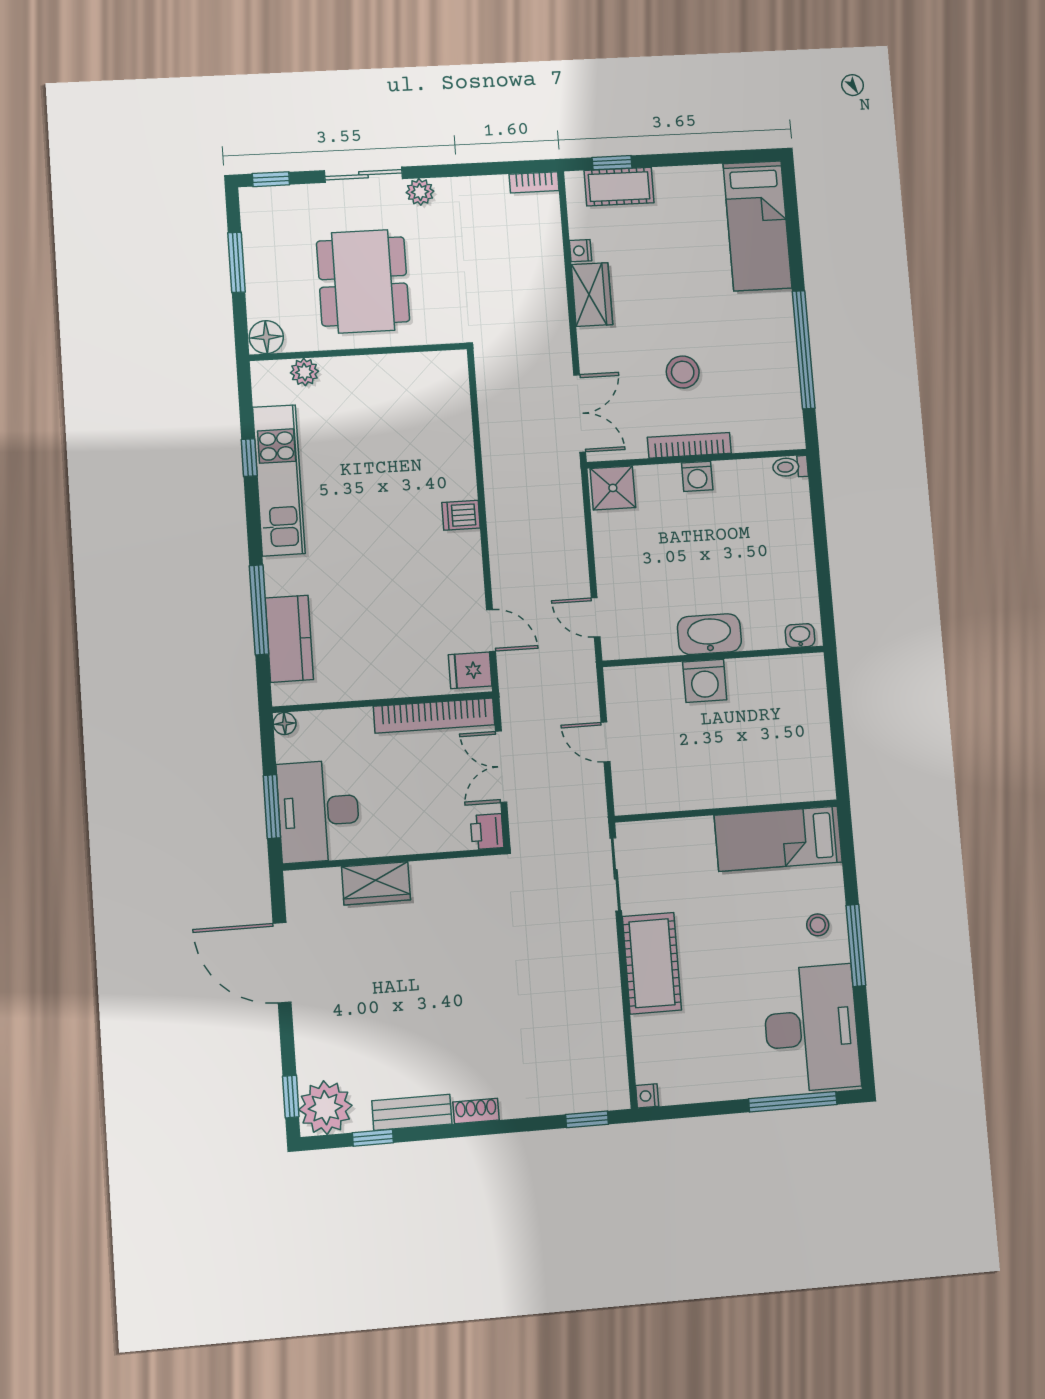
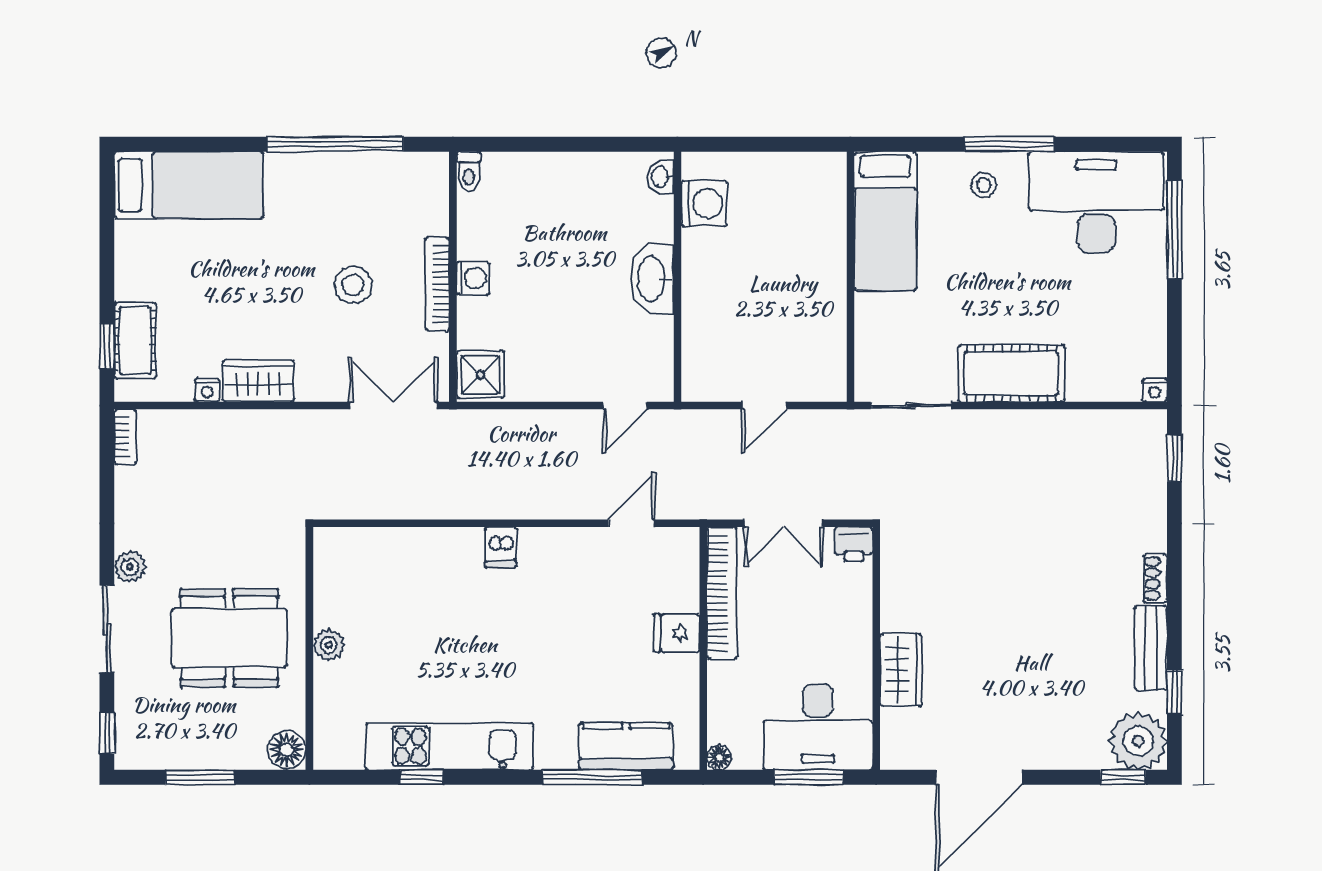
plant: (304, 372) -> (329, 645), moved
fridge: (470, 670) -> (677, 633), moved, turned 90
washing machine: (705, 681) -> (704, 204), moved

